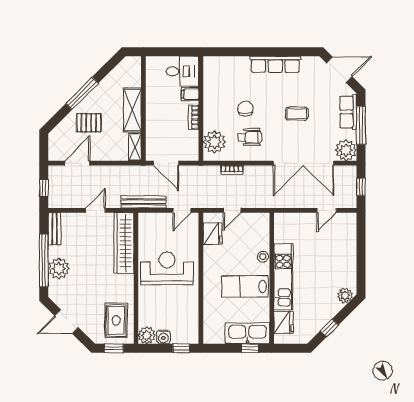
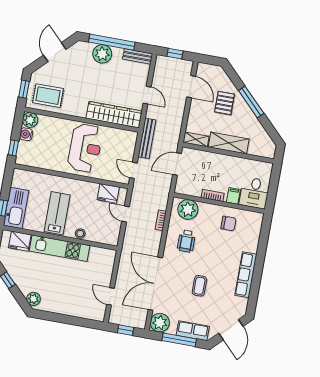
chair: (245, 109) -> (228, 223), moved

